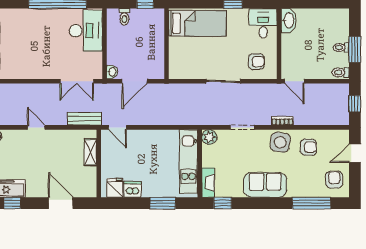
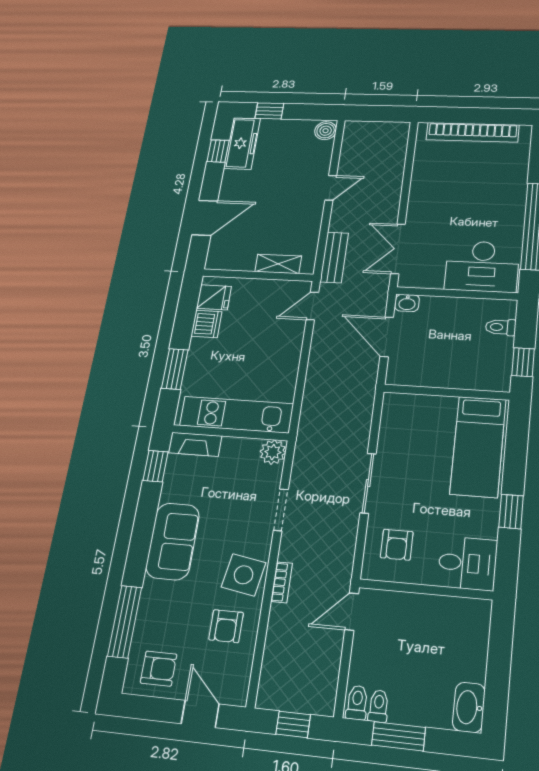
washbasin: (289, 20) -> (469, 707), moved, turned 90
toilet: (341, 47) -> (379, 706), moved

